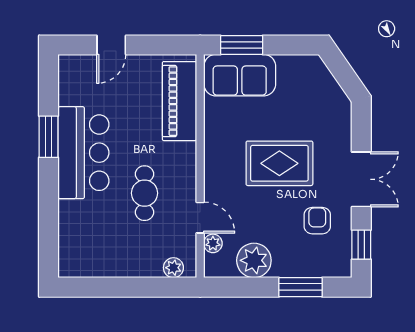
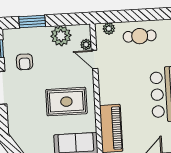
rug: (279, 163) -> (66, 102), moved
cafe table: (145, 193) -> (140, 36), moved, turned 90

